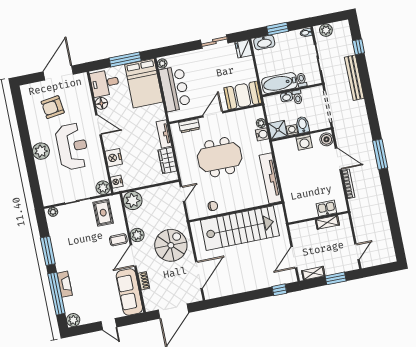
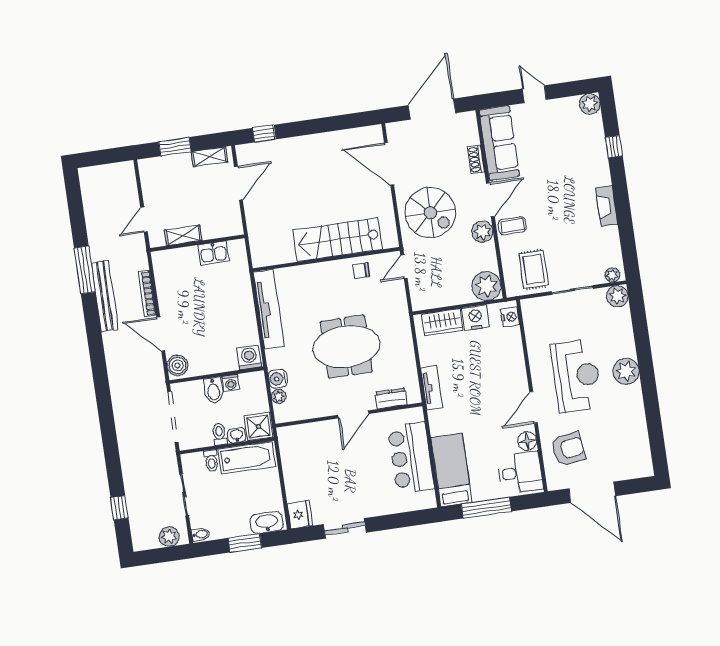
plant: (162, 63) -> (429, 498), removed
door: (58, 73) -> (592, 492), hinge flipped
bench: (354, 78) -> (105, 296), moved
bed: (144, 83) -> (451, 470), width x0.67
booth: (243, 95) -> (305, 441), removed
armchair: (53, 107) -> (568, 449), moved
door: (98, 125) -> (534, 408), hinge flipped
shower: (278, 130) -> (259, 426), moved
washing machine: (304, 142) -> (249, 357), moved
reception desk: (72, 147) -> (576, 376), turned 180
window: (380, 154) -> (85, 270), moved
nightstand: (114, 158) -> (475, 318), moved, turned -90
wardrobe: (167, 161) -> (442, 322), moved, turned 90
plant: (103, 188) -> (617, 296), moved
door: (183, 194) -> (404, 267), moved
kitchen sink: (326, 208) -> (214, 253), moved
stairs: (240, 228) -> (337, 240), width x0.73, depth x0.66
spiral stairs: (171, 245) -> (430, 213), turned -90
window: (48, 251) -> (624, 214), removed
door: (357, 252) -> (144, 220), moved
door: (199, 275) -> (389, 164), hinge flipped
fireplace: (65, 284) -> (607, 206), moved
window: (56, 294) -> (614, 147), width x0.32

